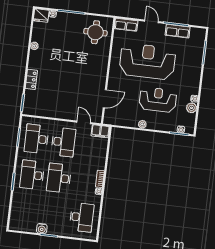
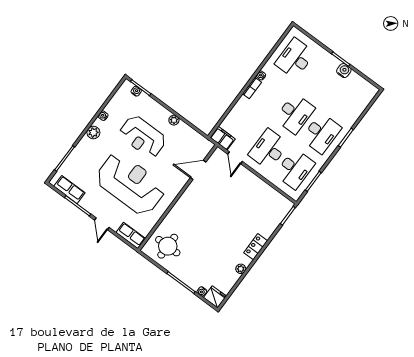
row of seats: (178, 31) -> (69, 190), moved
reception desk: (147, 61) -> (130, 184), turned 180
locker: (31, 79) -> (256, 247), moved
plant: (192, 108) -> (93, 132), moved

